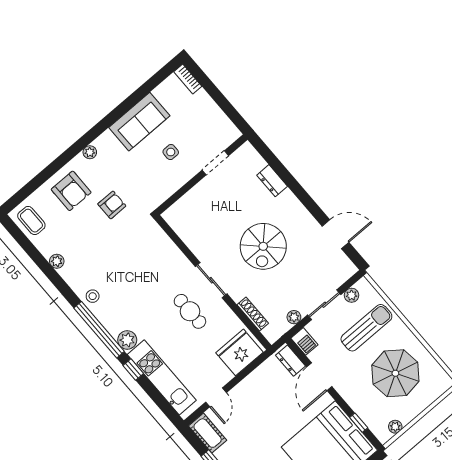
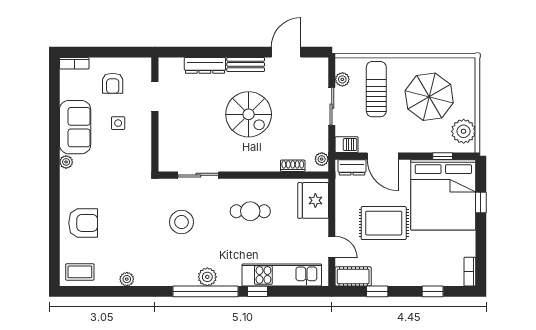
plant: (90, 152) -> (66, 162), moved
dresser: (272, 181) -> (205, 65), width x1.44
armchair: (112, 205) -> (113, 83), moved, turned 180
bench: (300, 211) -> (246, 64), added
sliding door: (211, 280) -> (198, 175), moved
stool: (93, 296) -> (182, 222), moved, width x1.89, depth x1.89
shoe rack: (253, 314) -> (293, 166), width x0.70
plant: (294, 317) -> (322, 159), moved
plant: (127, 340) -> (207, 277), moved
rug: (269, 421) -> (384, 223), added
plant: (395, 427) -> (464, 131), width x1.88, depth x1.88

